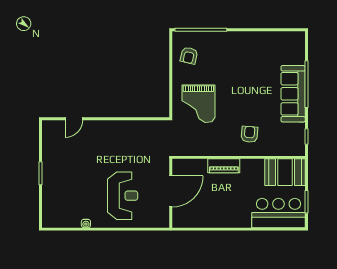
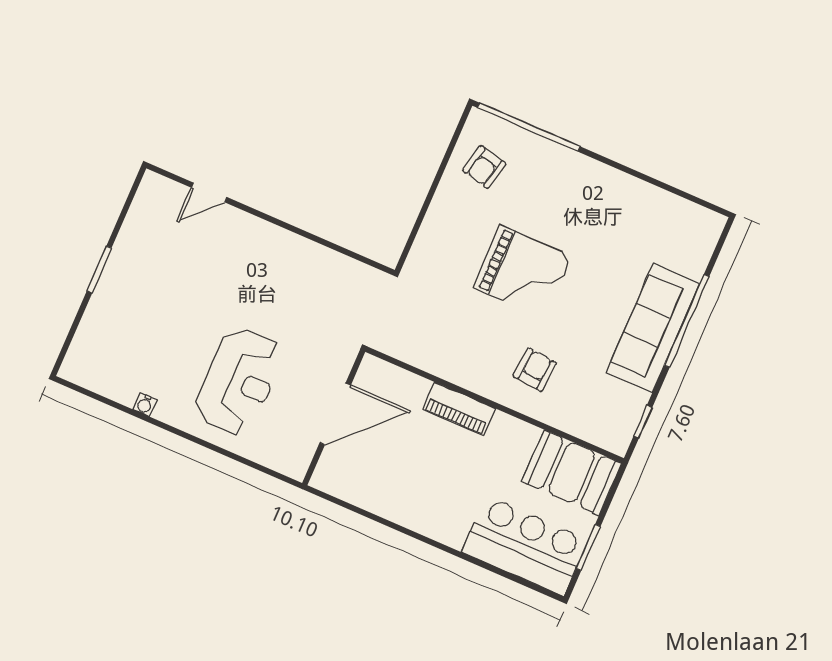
grand piano: (198, 104) -> (522, 272), moved, turned -90

